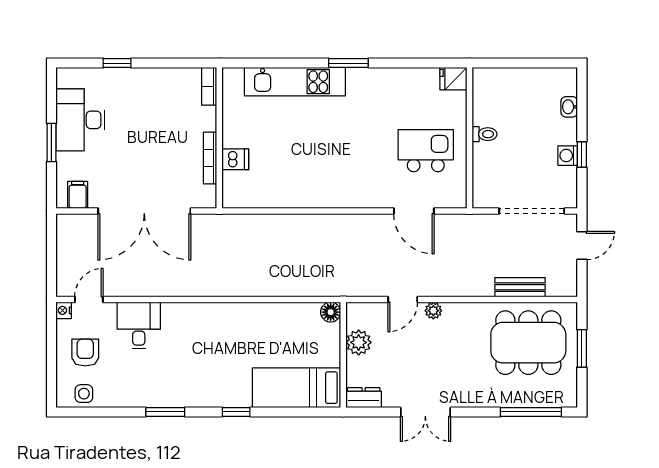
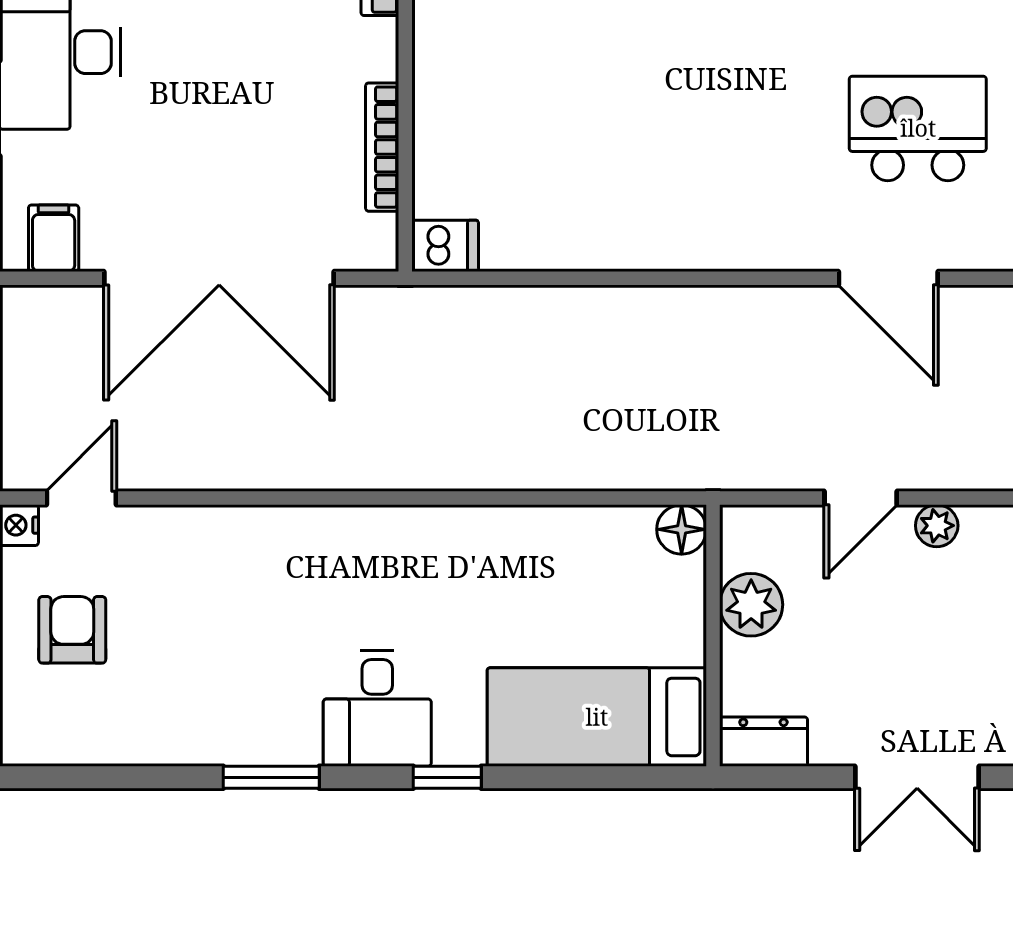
dishwasher: (235, 159) -> (445, 246), moved
desk: (139, 325) -> (377, 708), moved, turned 180
side table: (84, 394) -> (69, 732), removed

